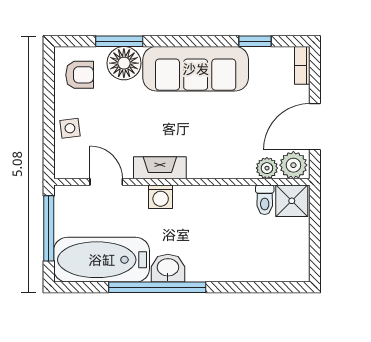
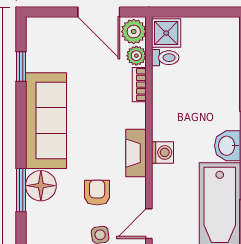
bookcase: (302, 65) -> (139, 85), moved, turned 90
armchair: (80, 75) -> (97, 193), moved
door: (106, 182) -> (149, 224), moved

